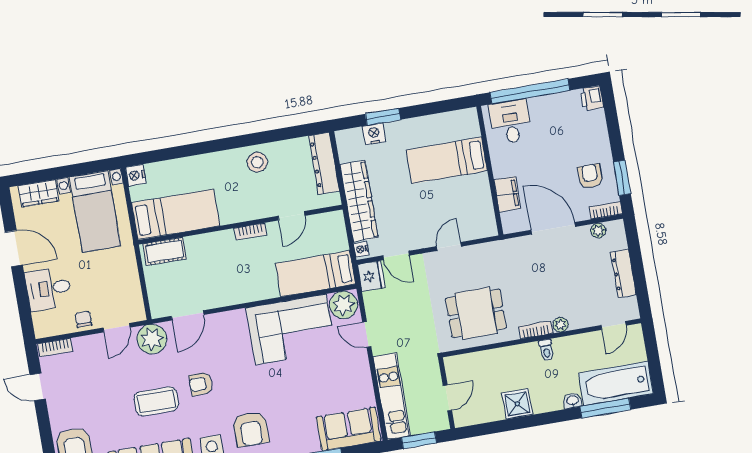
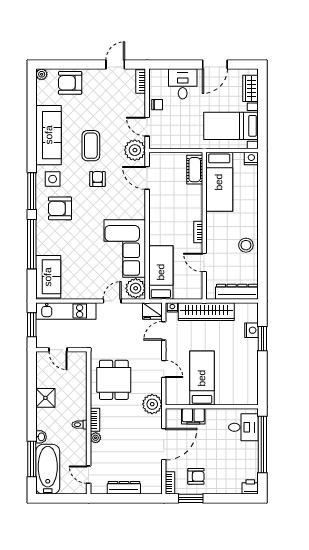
bed: (447, 160) -> (202, 378), moved
plant: (598, 231) -> (152, 404), moved, width x1.88, depth x1.88

